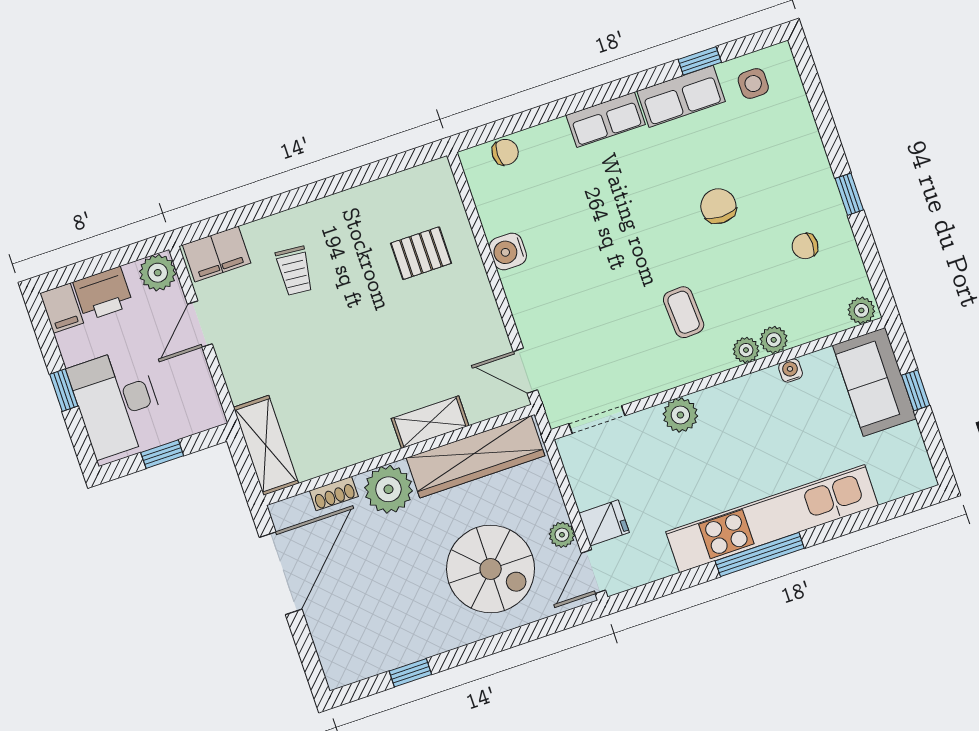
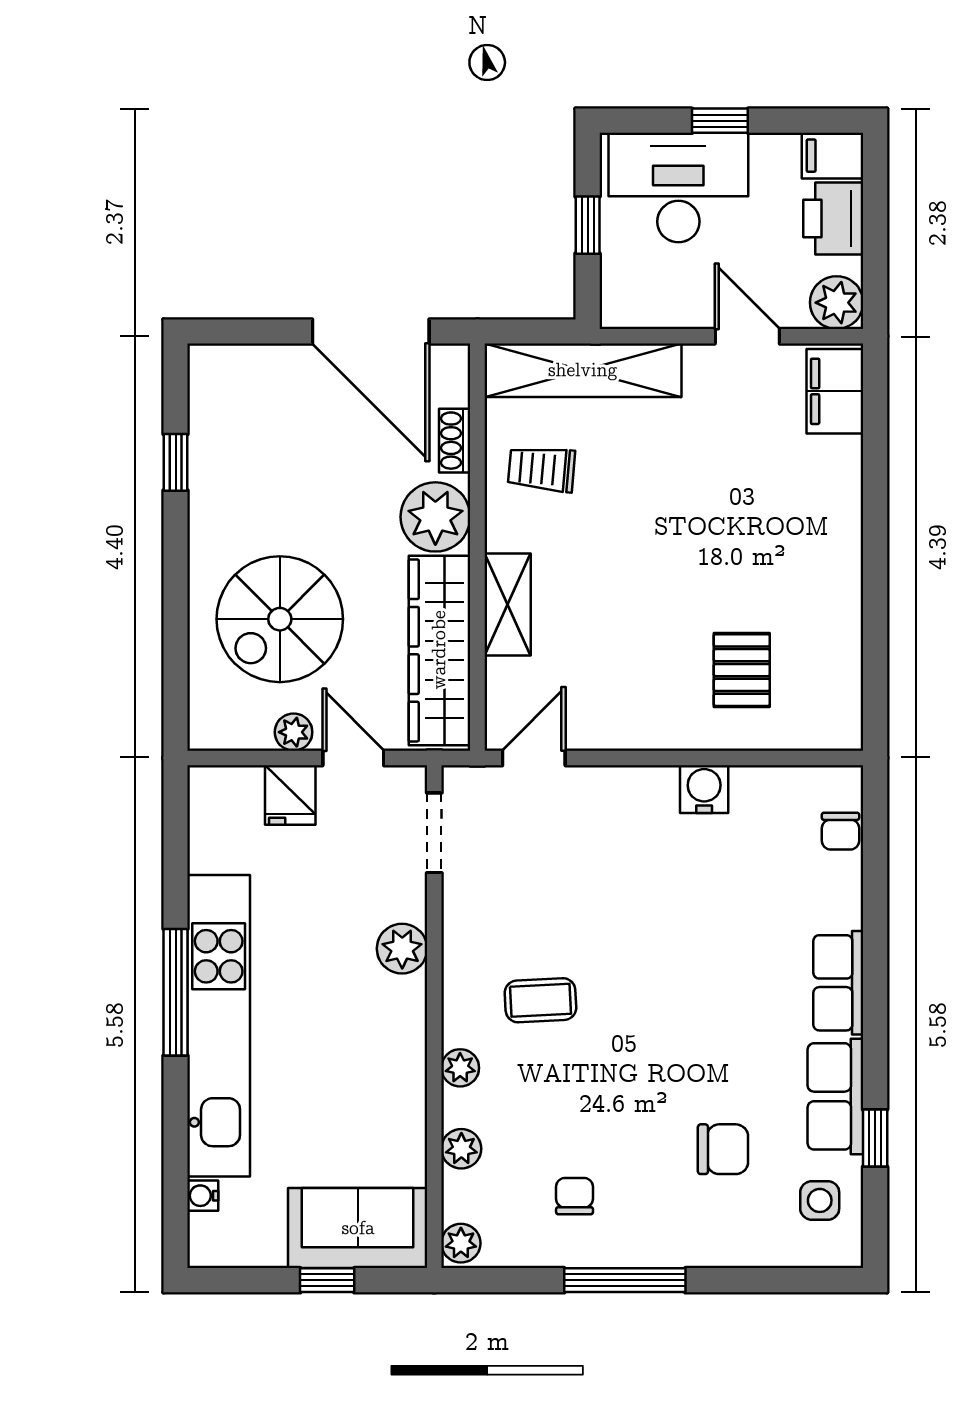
window: (849, 194) -> (625, 1280), width x2.17
chair: (718, 206) -> (723, 1149), moved
trolley: (295, 271) -> (542, 469), moved
plant: (774, 340) -> (461, 1149), moved
water cooler: (791, 371) -> (203, 1196), moved, turned 180
shelving: (266, 445) -> (583, 370), width x1.47
door: (593, 572) -> (353, 758), moved

